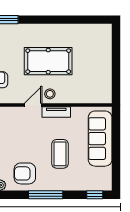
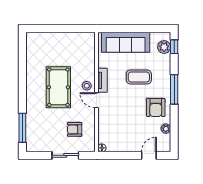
plant: (95, 183) -> (164, 47), added

